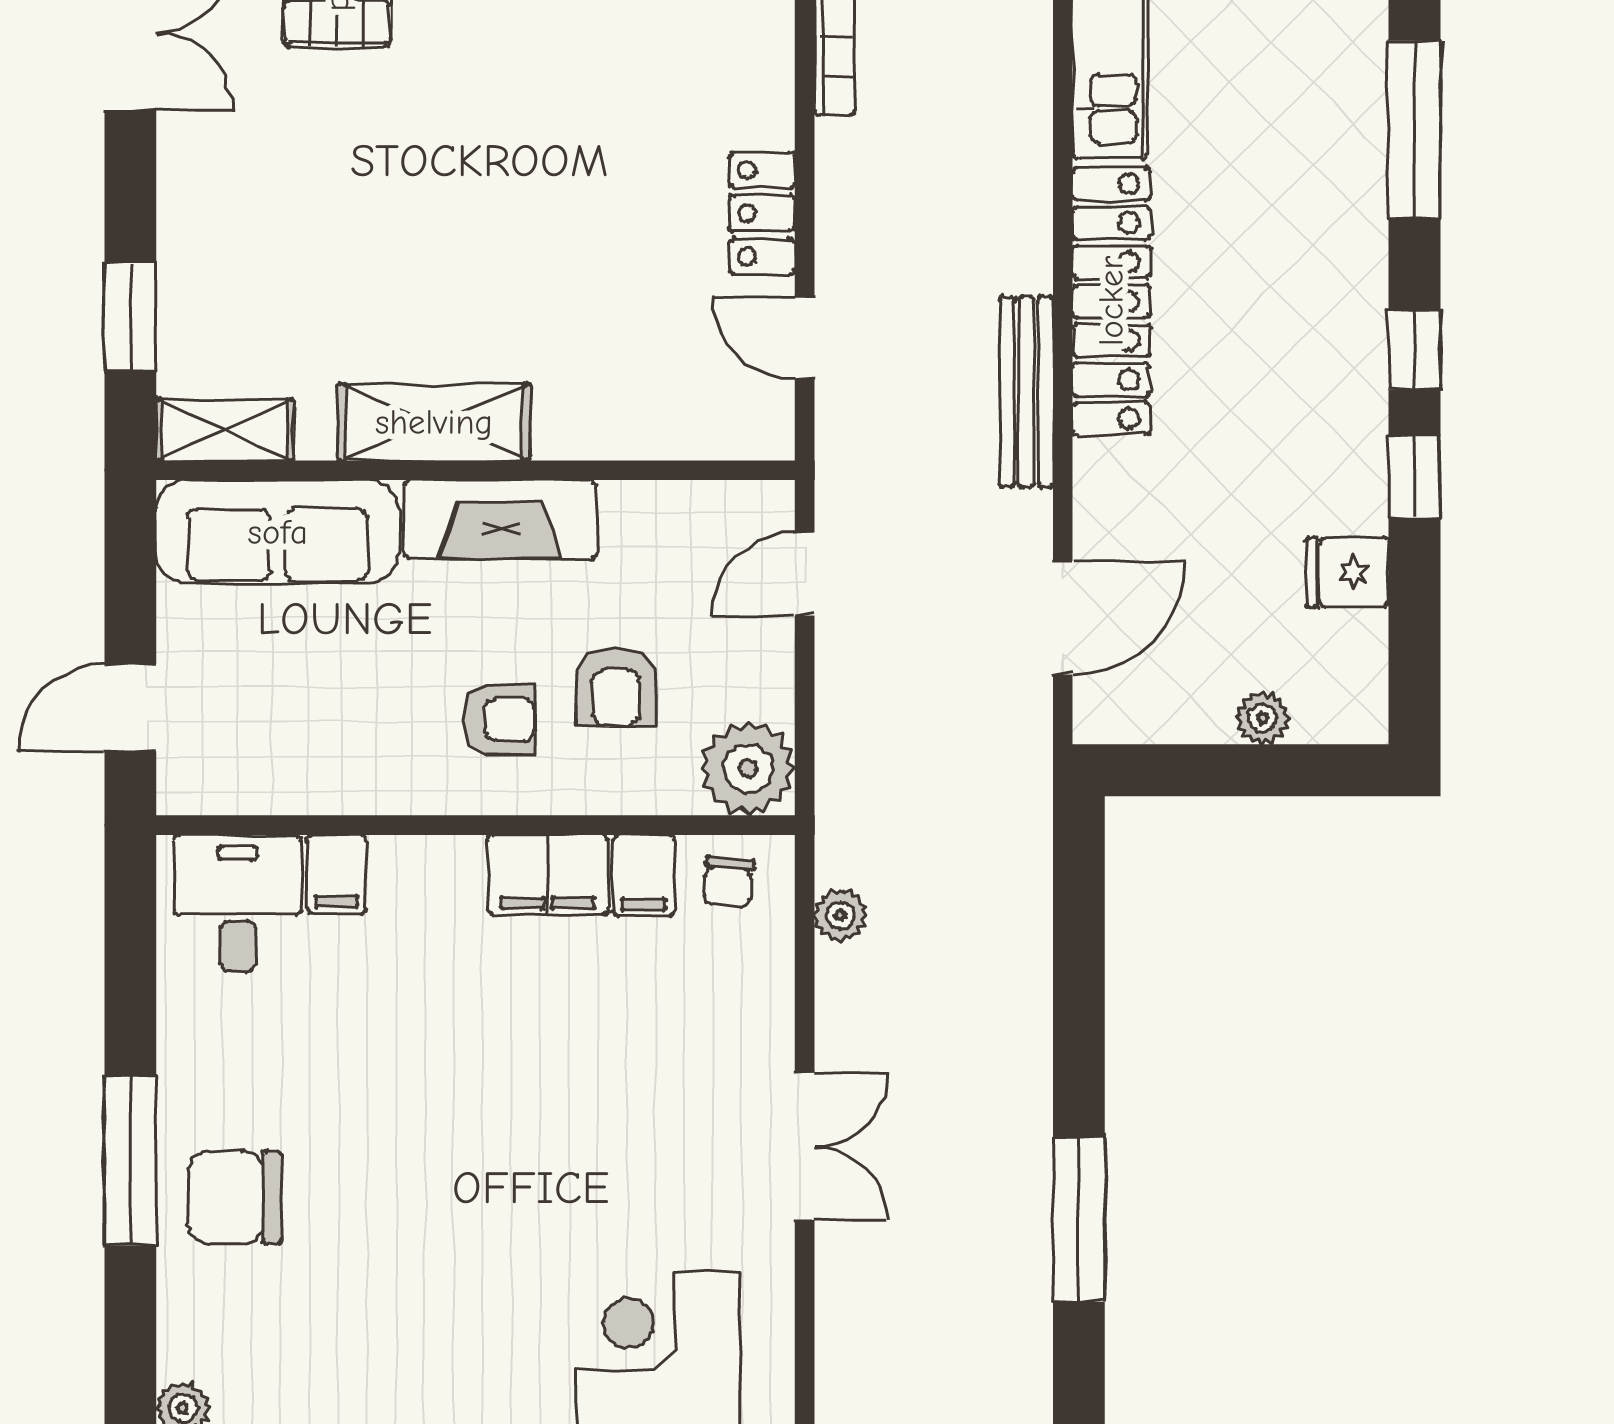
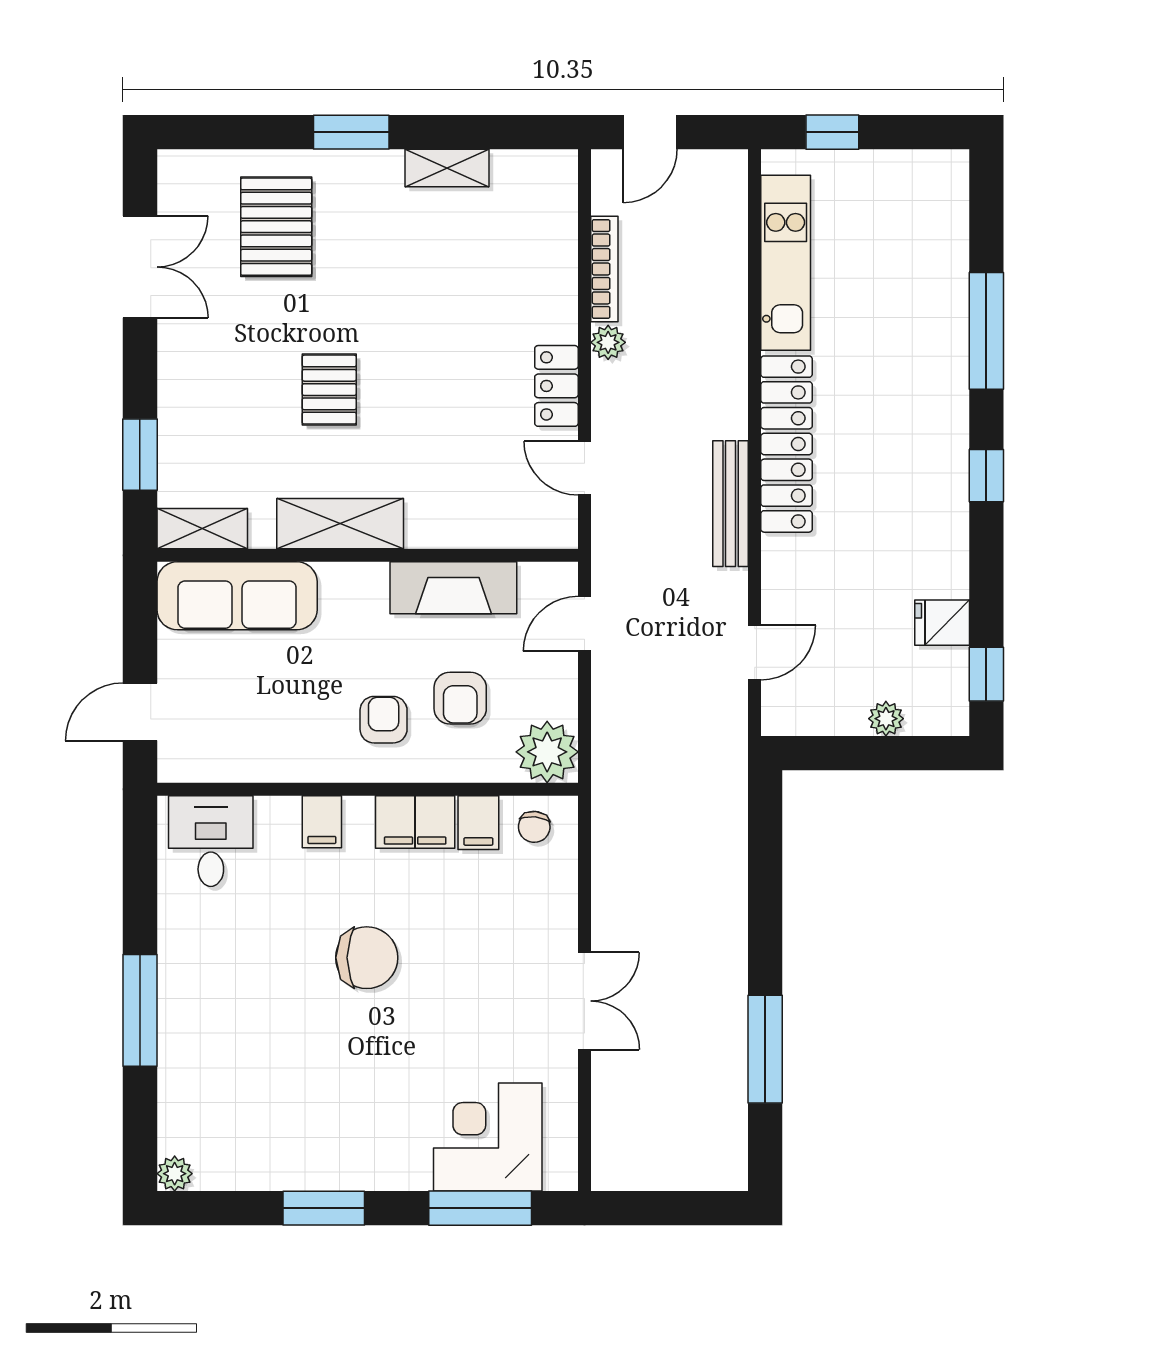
pallet: (417, 219) -> (329, 390), added
window: (1414, 477) -> (986, 674), moved
fireplace: (500, 519) -> (453, 588), moved
door: (1063, 618) -> (755, 653), width x0.73
armchair: (500, 720) -> (384, 720), turned -90
filing cabinet: (336, 874) -> (322, 822), moved
plant: (840, 915) -> (608, 342), moved
chair: (234, 1197) -> (367, 958), moved, turned 180

